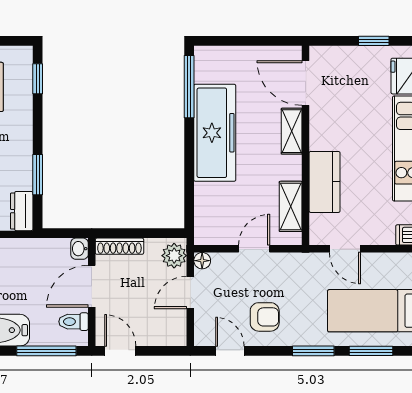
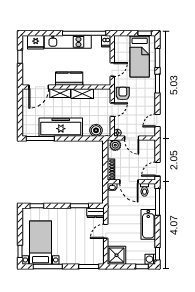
kitchen counter: (325, 182) -> (69, 79), moved
shelving: (291, 206) -> (82, 94), moved
boiler: (208, 212) -> (96, 130), added
door: (254, 249) -> (112, 110), swing flipped
armchair: (265, 317) -> (123, 93), moved

